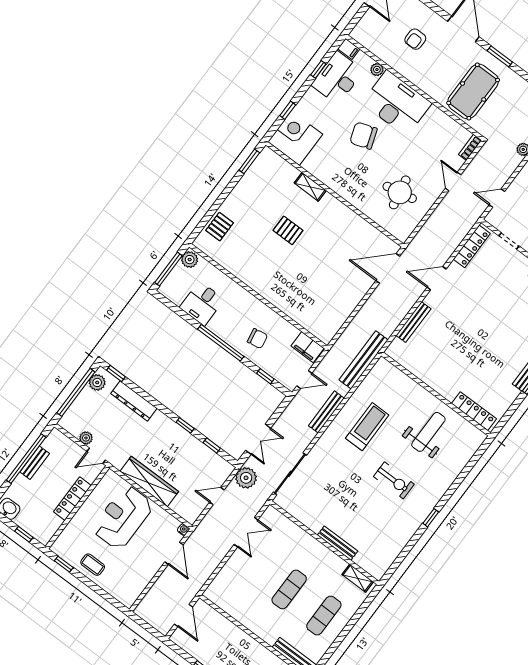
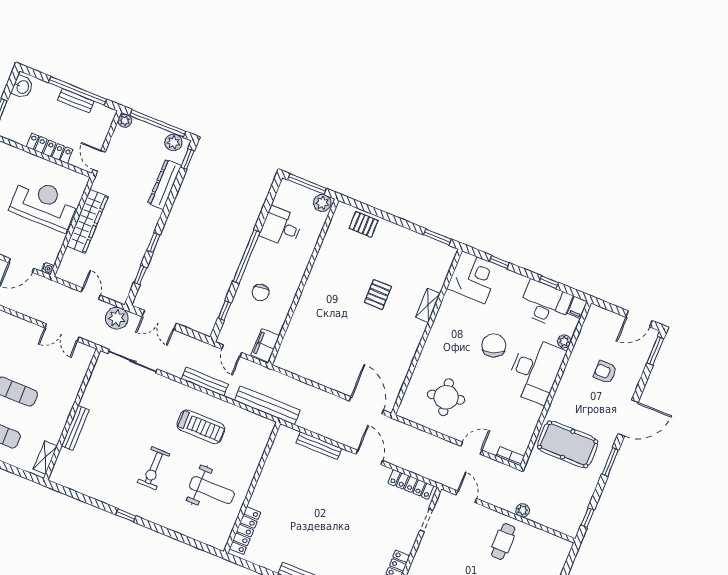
plant: (86, 438) -> (125, 121), moved

